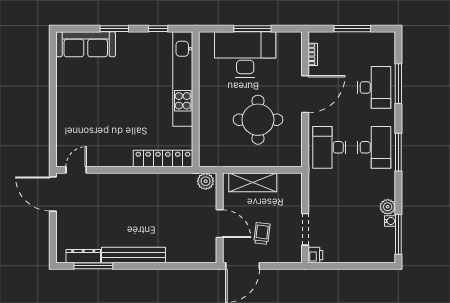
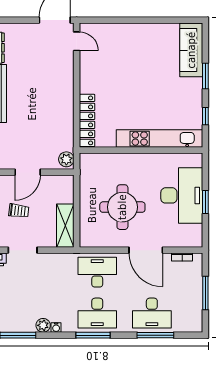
window: (252, 29) -> (205, 202), width x0.69
shelving: (253, 182) -> (65, 226), moved
water cooler: (390, 221) -> (56, 327), moved

